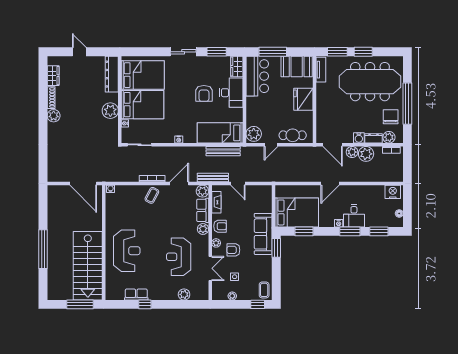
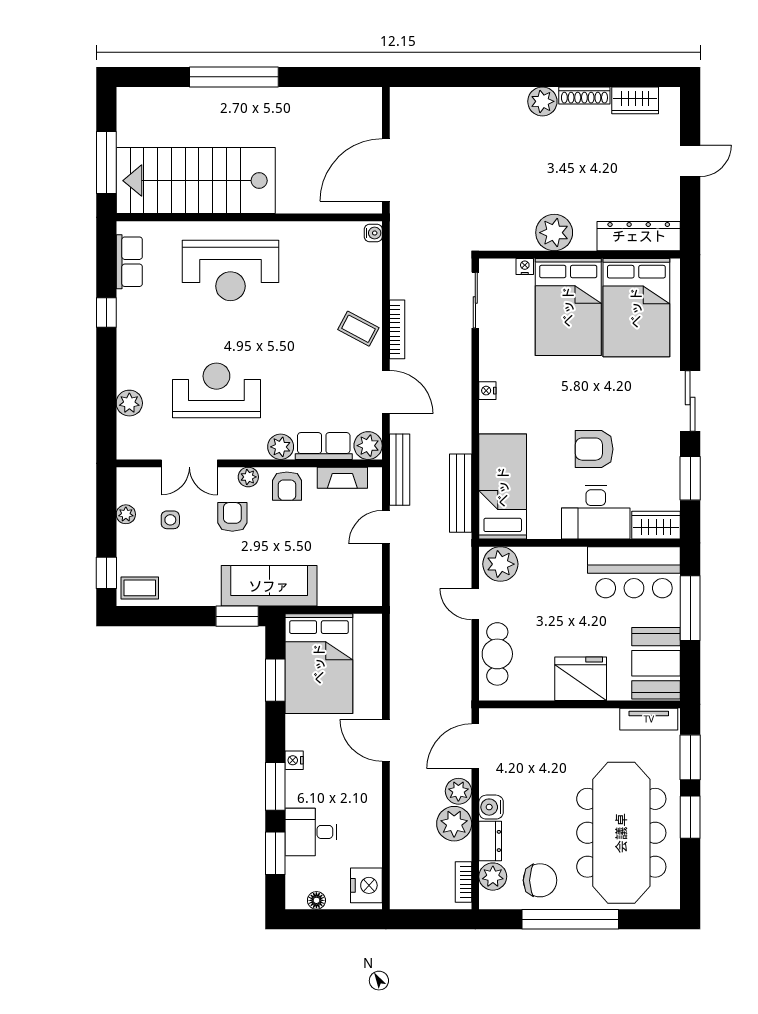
desk: (354, 216) -> (311, 832), moved
row of seats: (136, 295) -> (129, 262), moved

